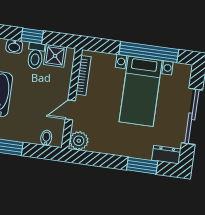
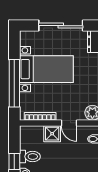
window: (149, 52) -> (14, 83), moved
shower: (55, 56) -> (52, 134), moved

